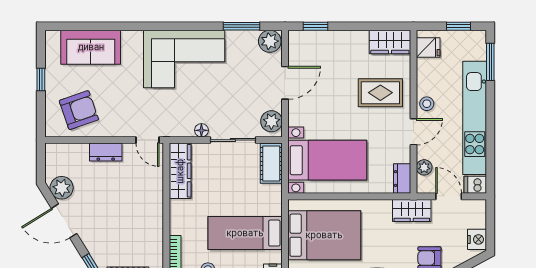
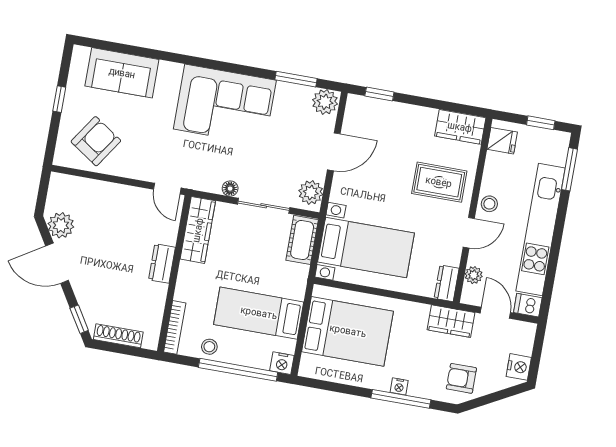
armchair: (79, 110) -> (96, 141), turned -37
dresser: (106, 152) -> (162, 263), moved, turned 90

